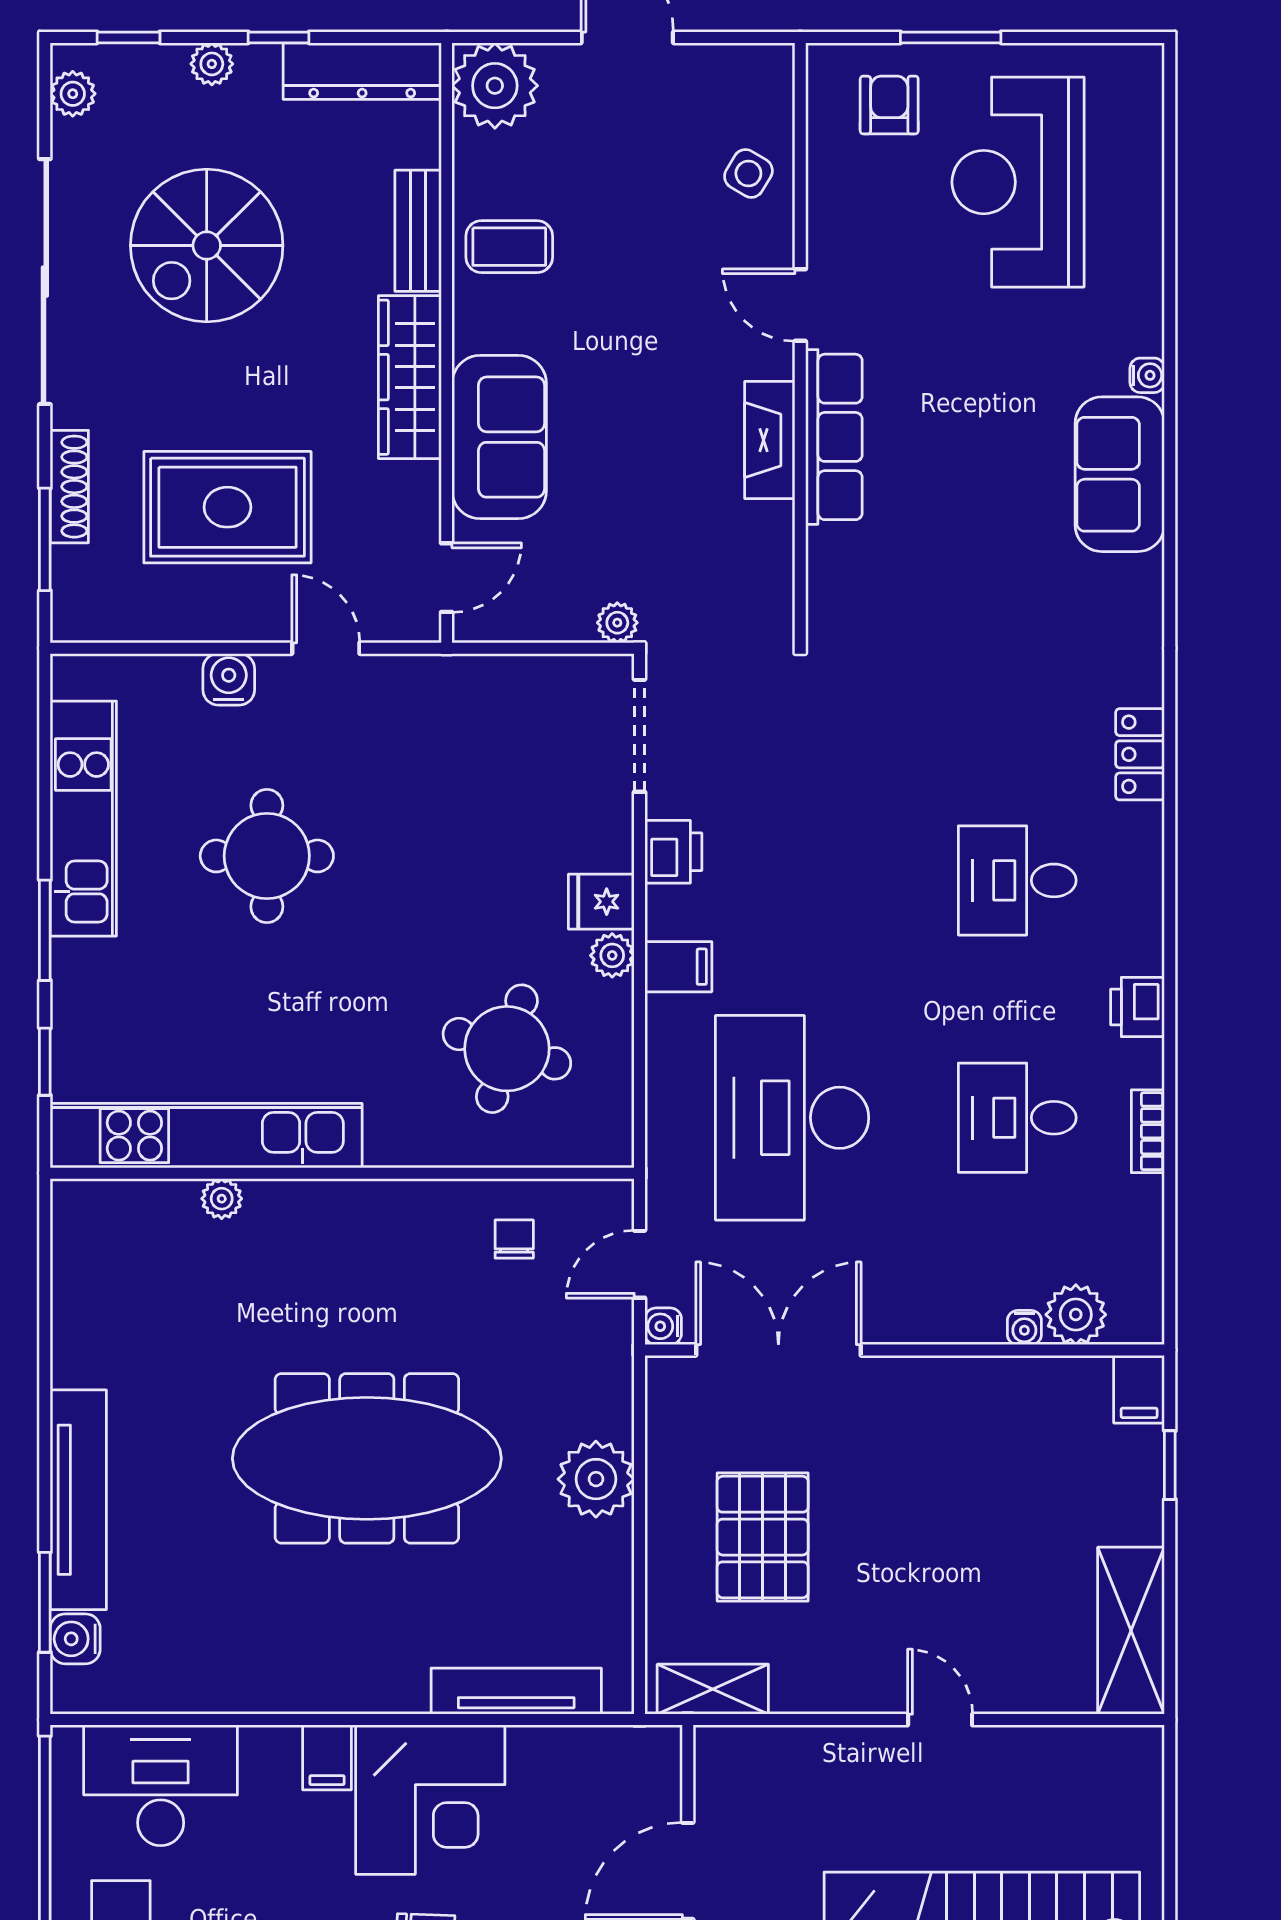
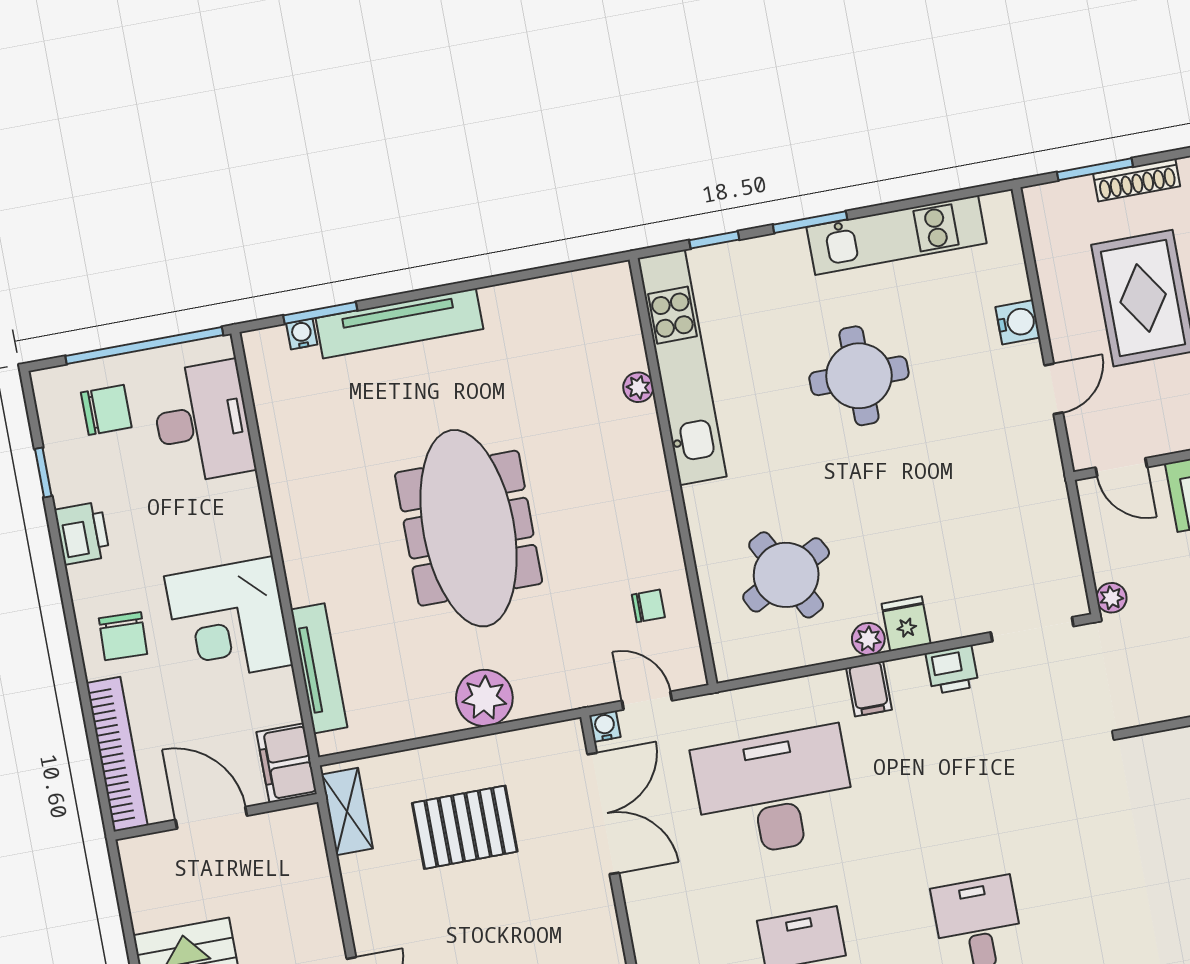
round table: (267, 856) -> (859, 376), moved
round table: (507, 1049) -> (786, 575), turned 45
water cooler: (75, 1639) -> (302, 334), width x0.72, depth x0.72
filing cabinet: (327, 1757) -> (287, 763), moved, width x2.00

